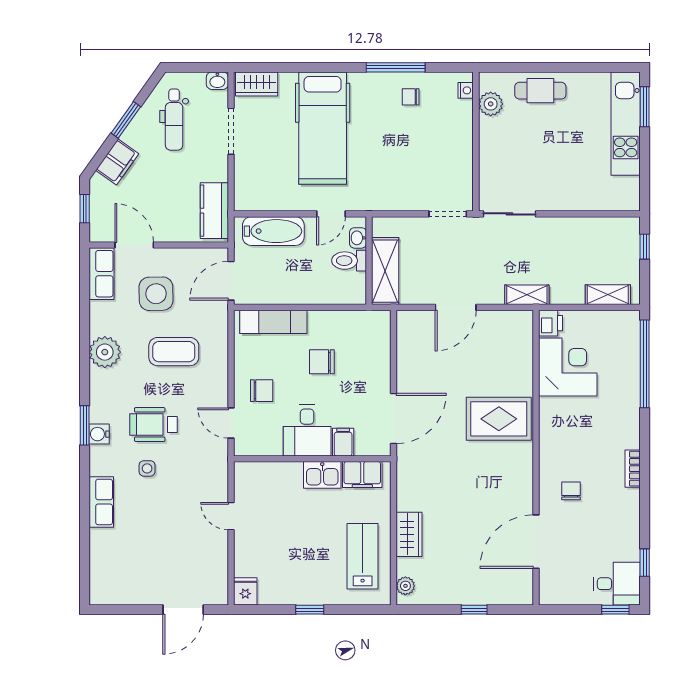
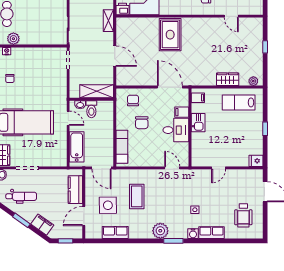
kitchen counter: (214, 211) -> (75, 190), moved, turned 90
row of seats: (101, 274) -> (115, 232), moved
plant: (105, 352) -> (160, 231), moved
chair: (262, 391) -> (133, 100), moved
door: (231, 423) -> (172, 168), swing flipped
wheelchair: (154, 425) -> (243, 215), moved
water cooler: (99, 434) -> (193, 234), moved
filing cabinet: (362, 475) -> (198, 98), width x0.50
door: (536, 542) -> (231, 16), width x0.53

